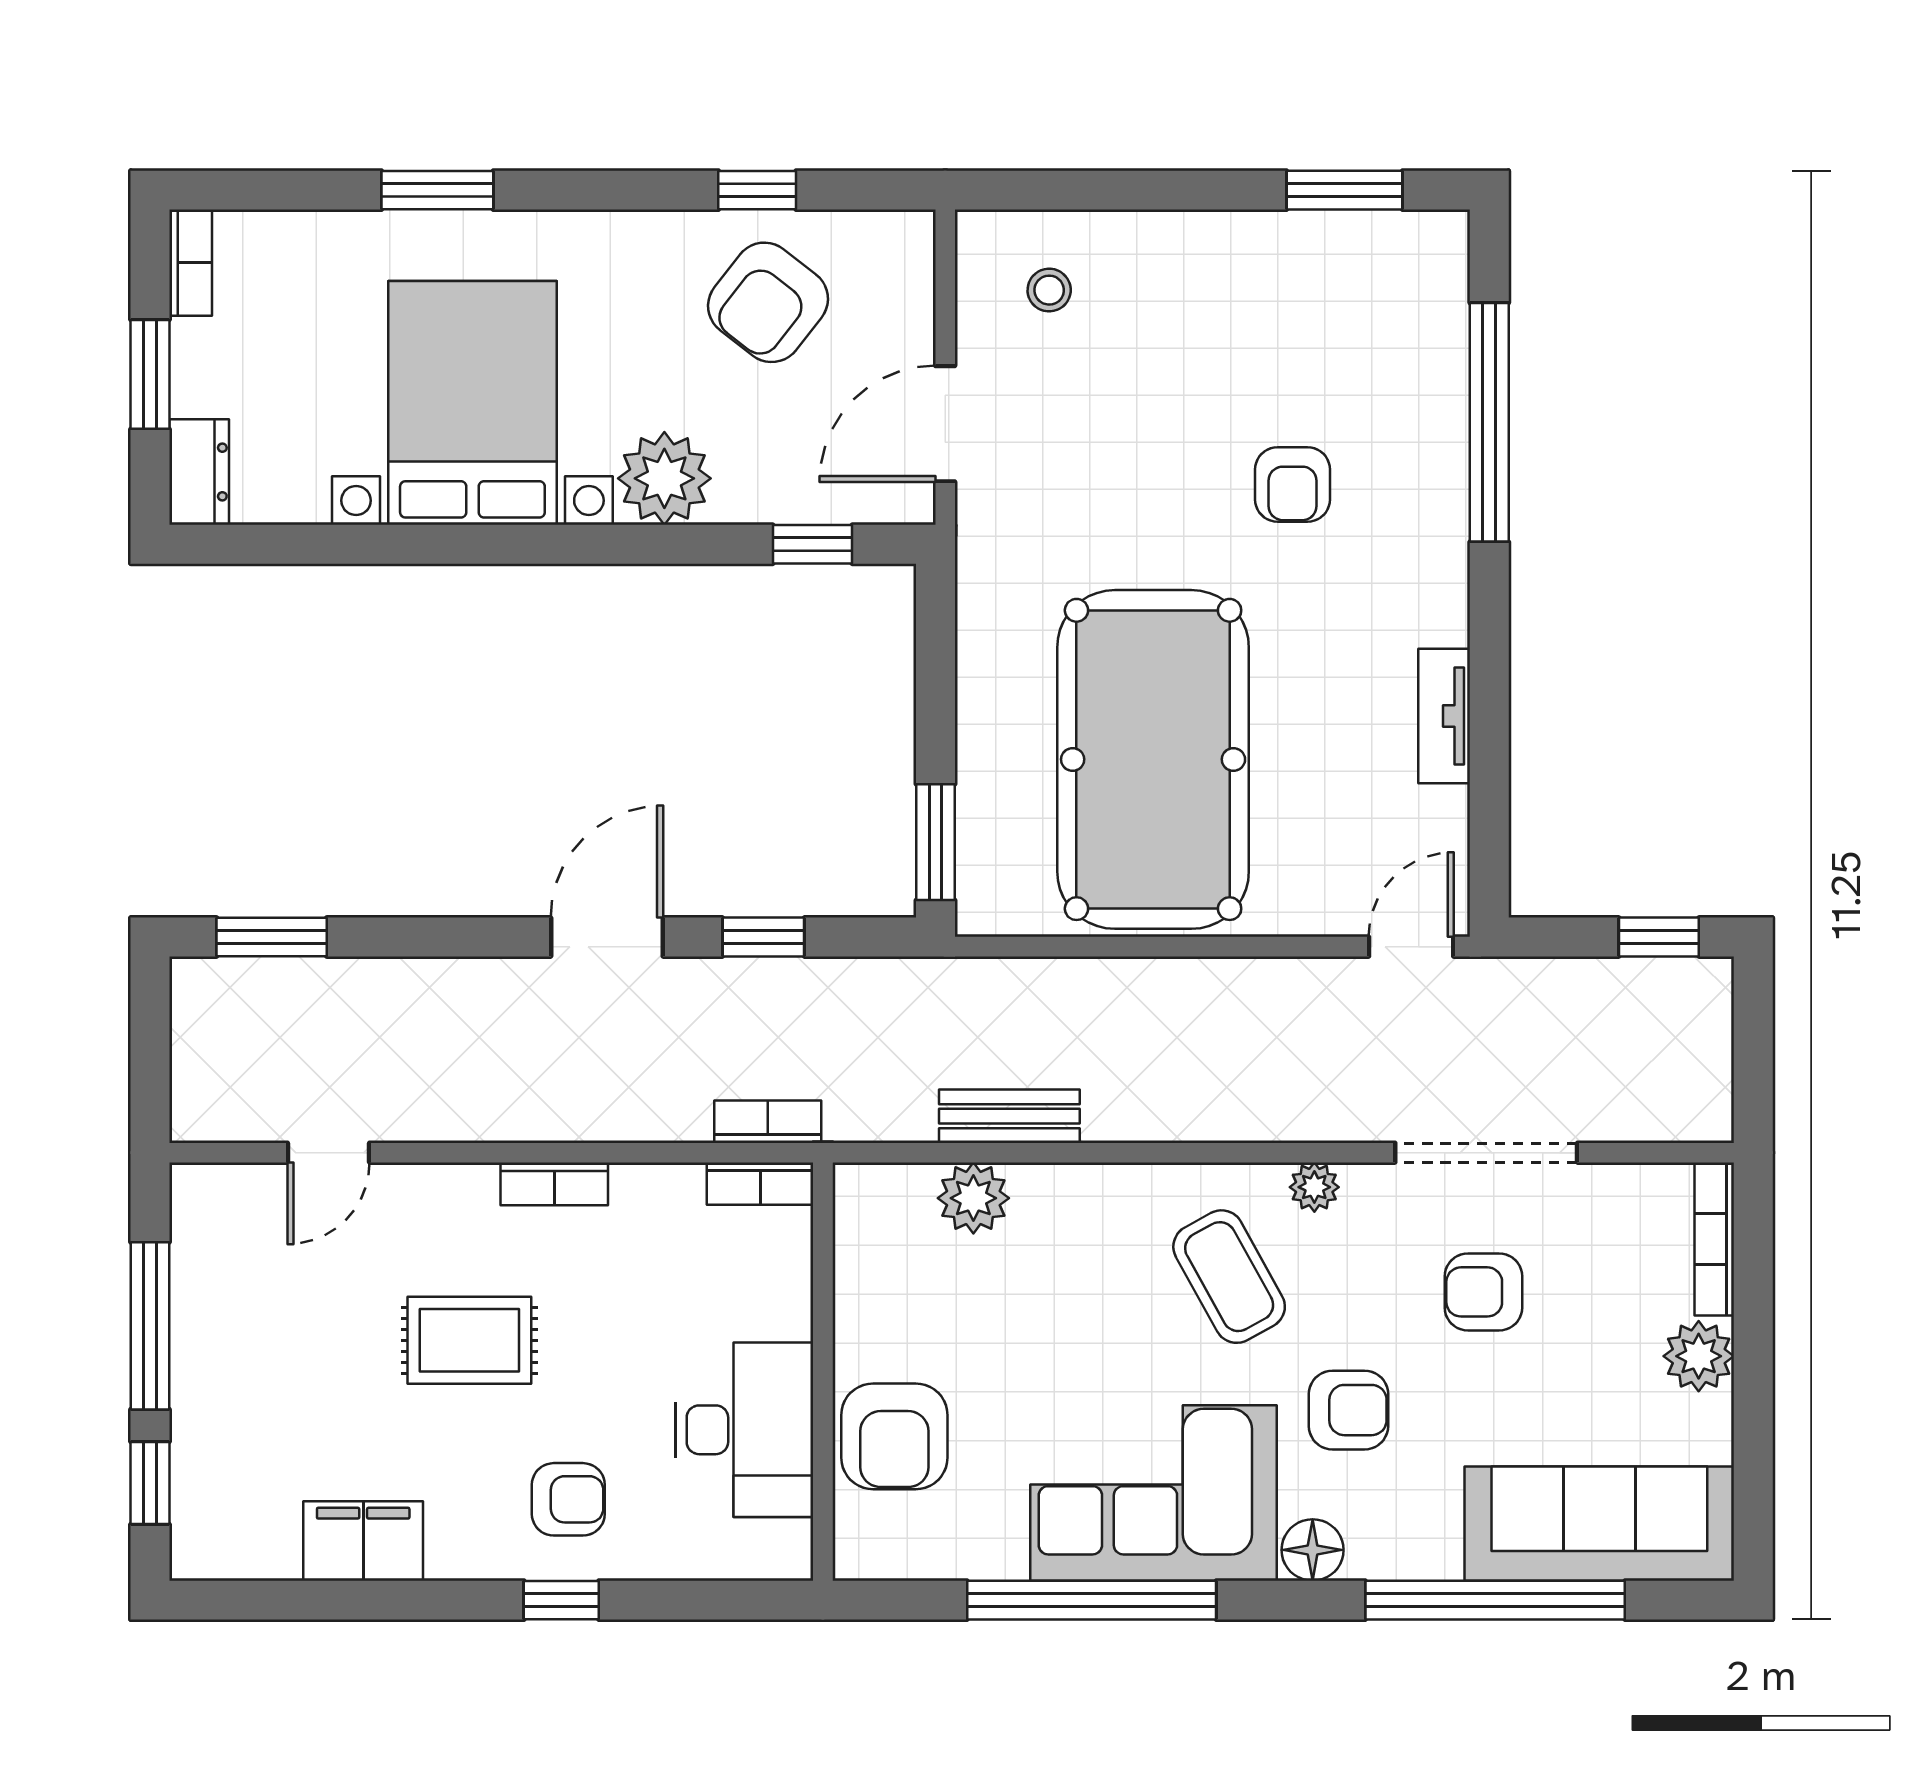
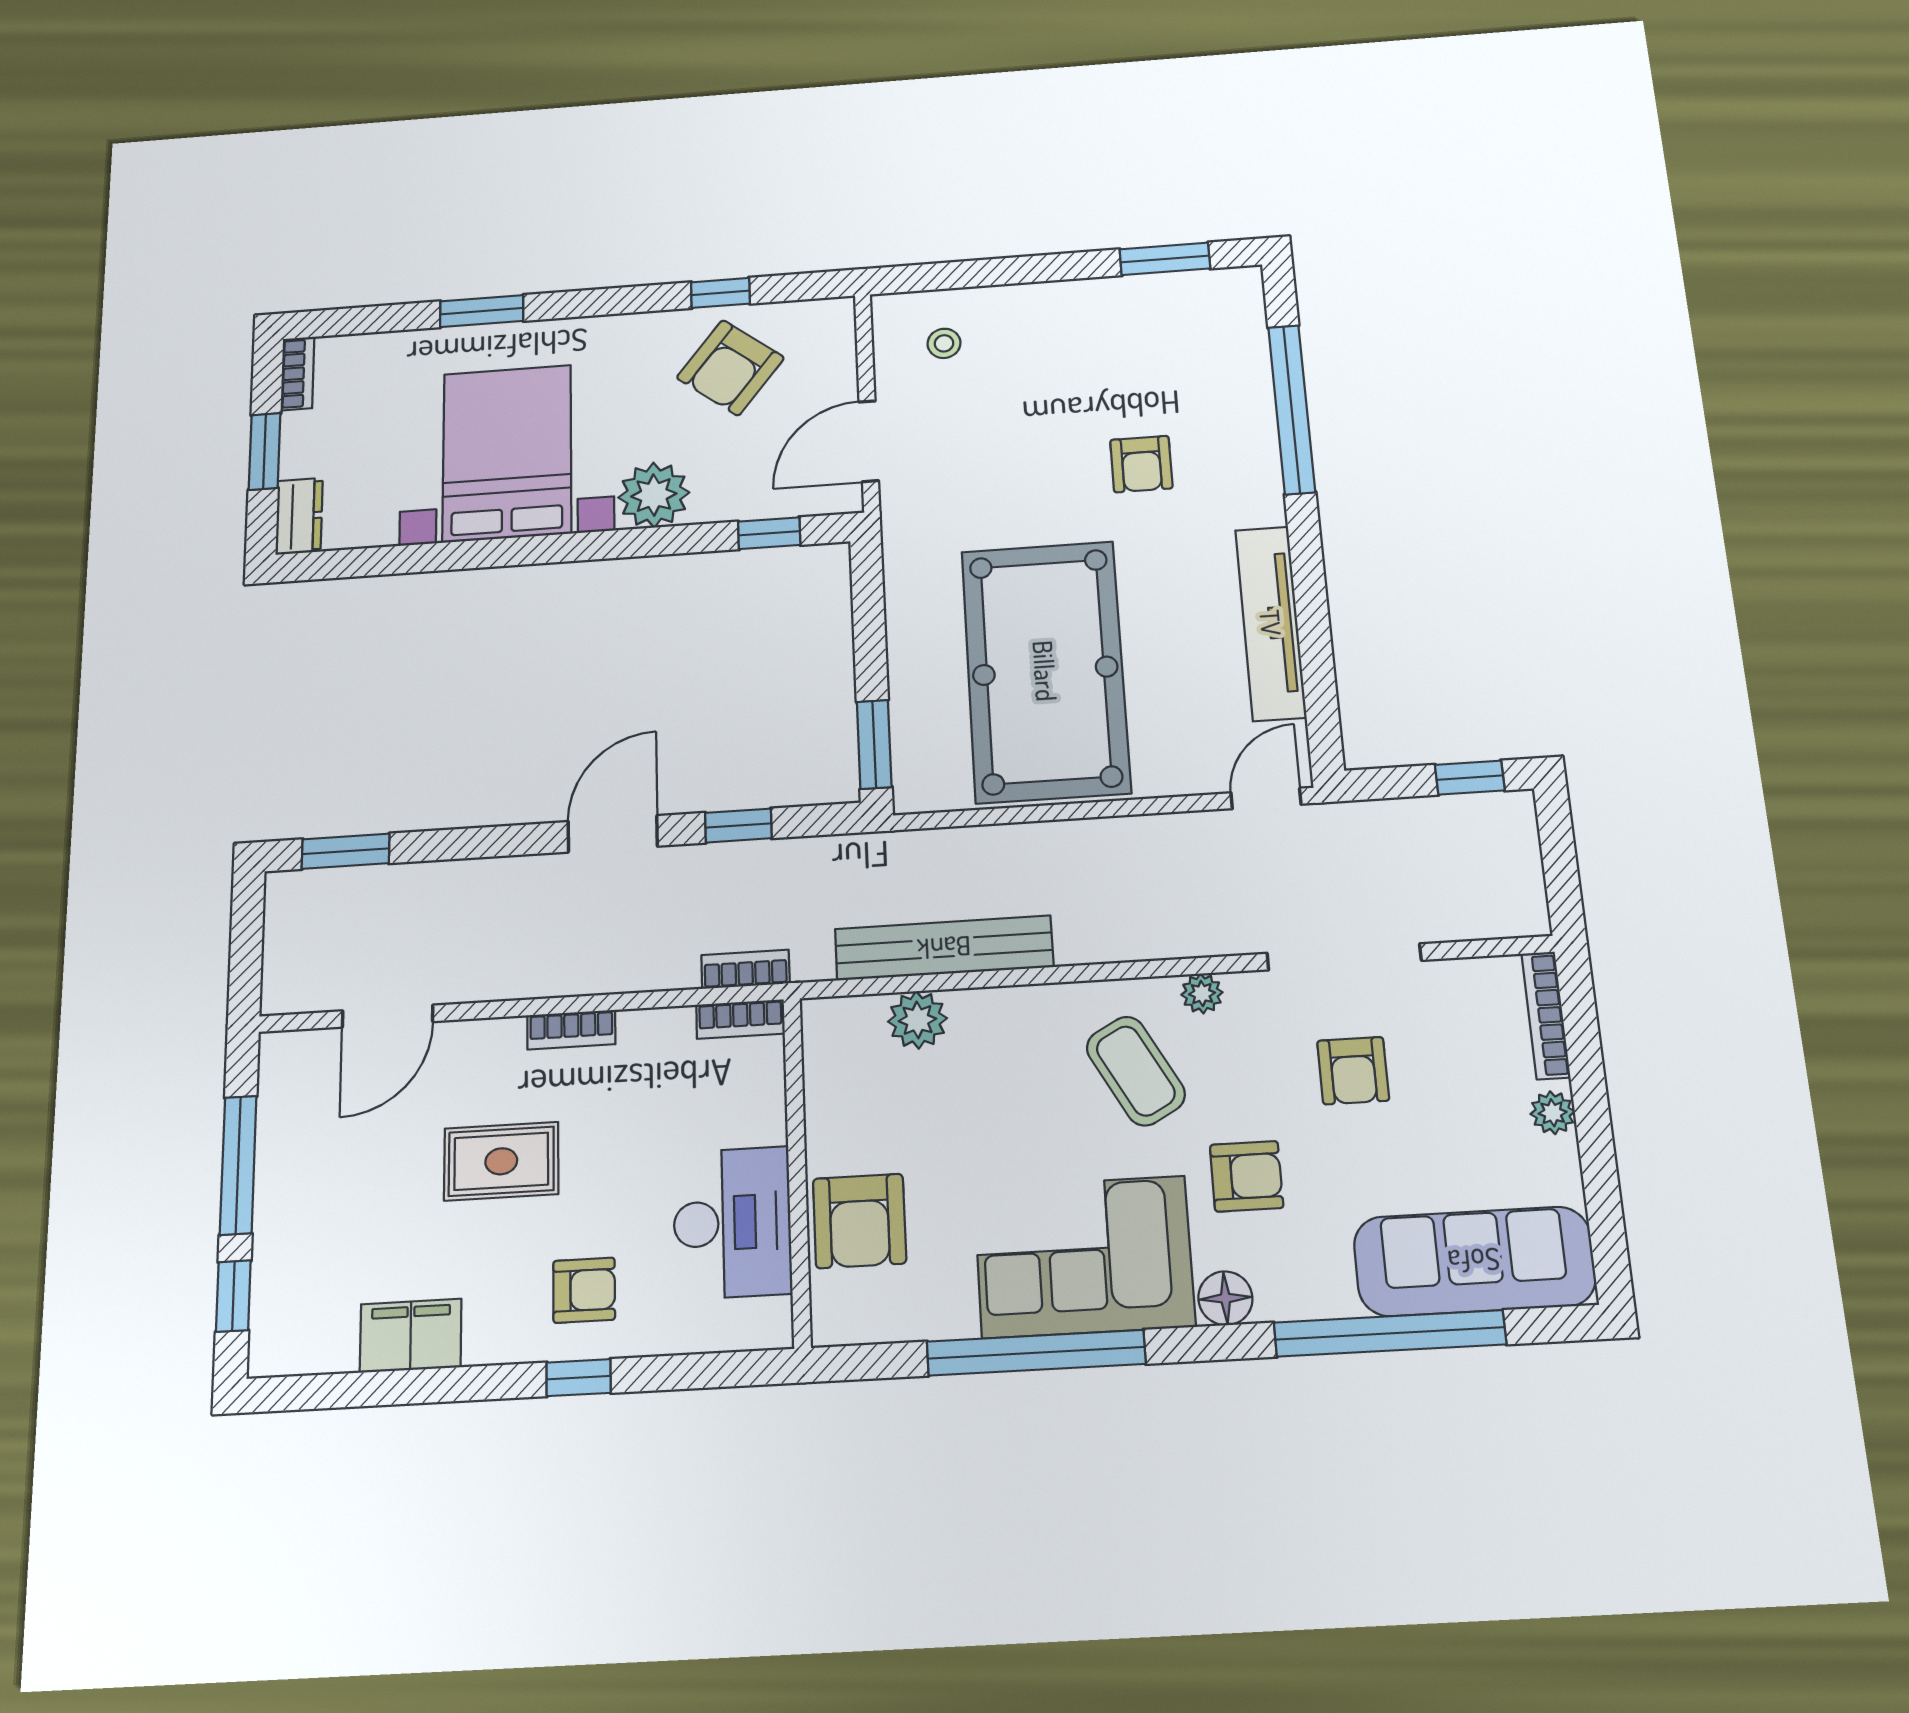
tv unit: (1444, 716) -> (1271, 623), width x1.92, depth x1.29
bench: (1009, 1116) -> (944, 948), width x1.86, depth x1.21
door: (329, 1153) -> (388, 1016), width x1.38
armchair: (1483, 1292) -> (1353, 1071), turned -90
plant: (1699, 1356) -> (1553, 1113), width x0.73, depth x0.73

